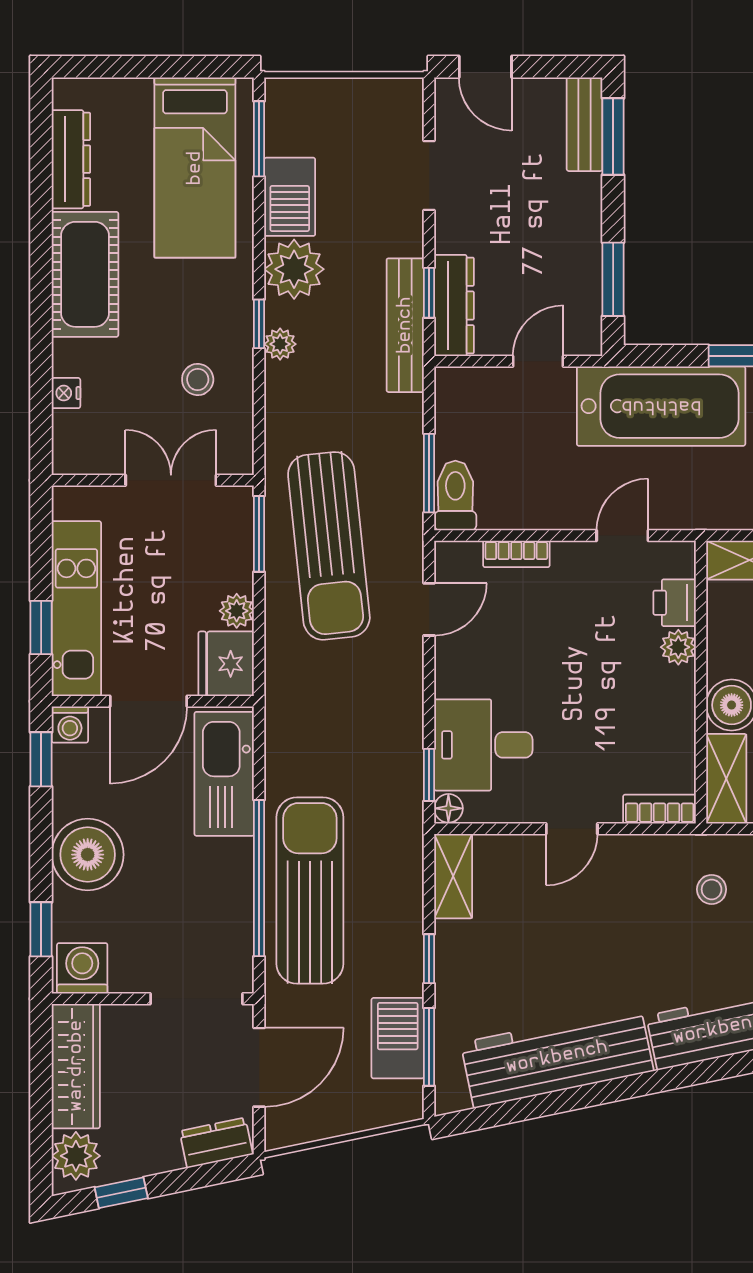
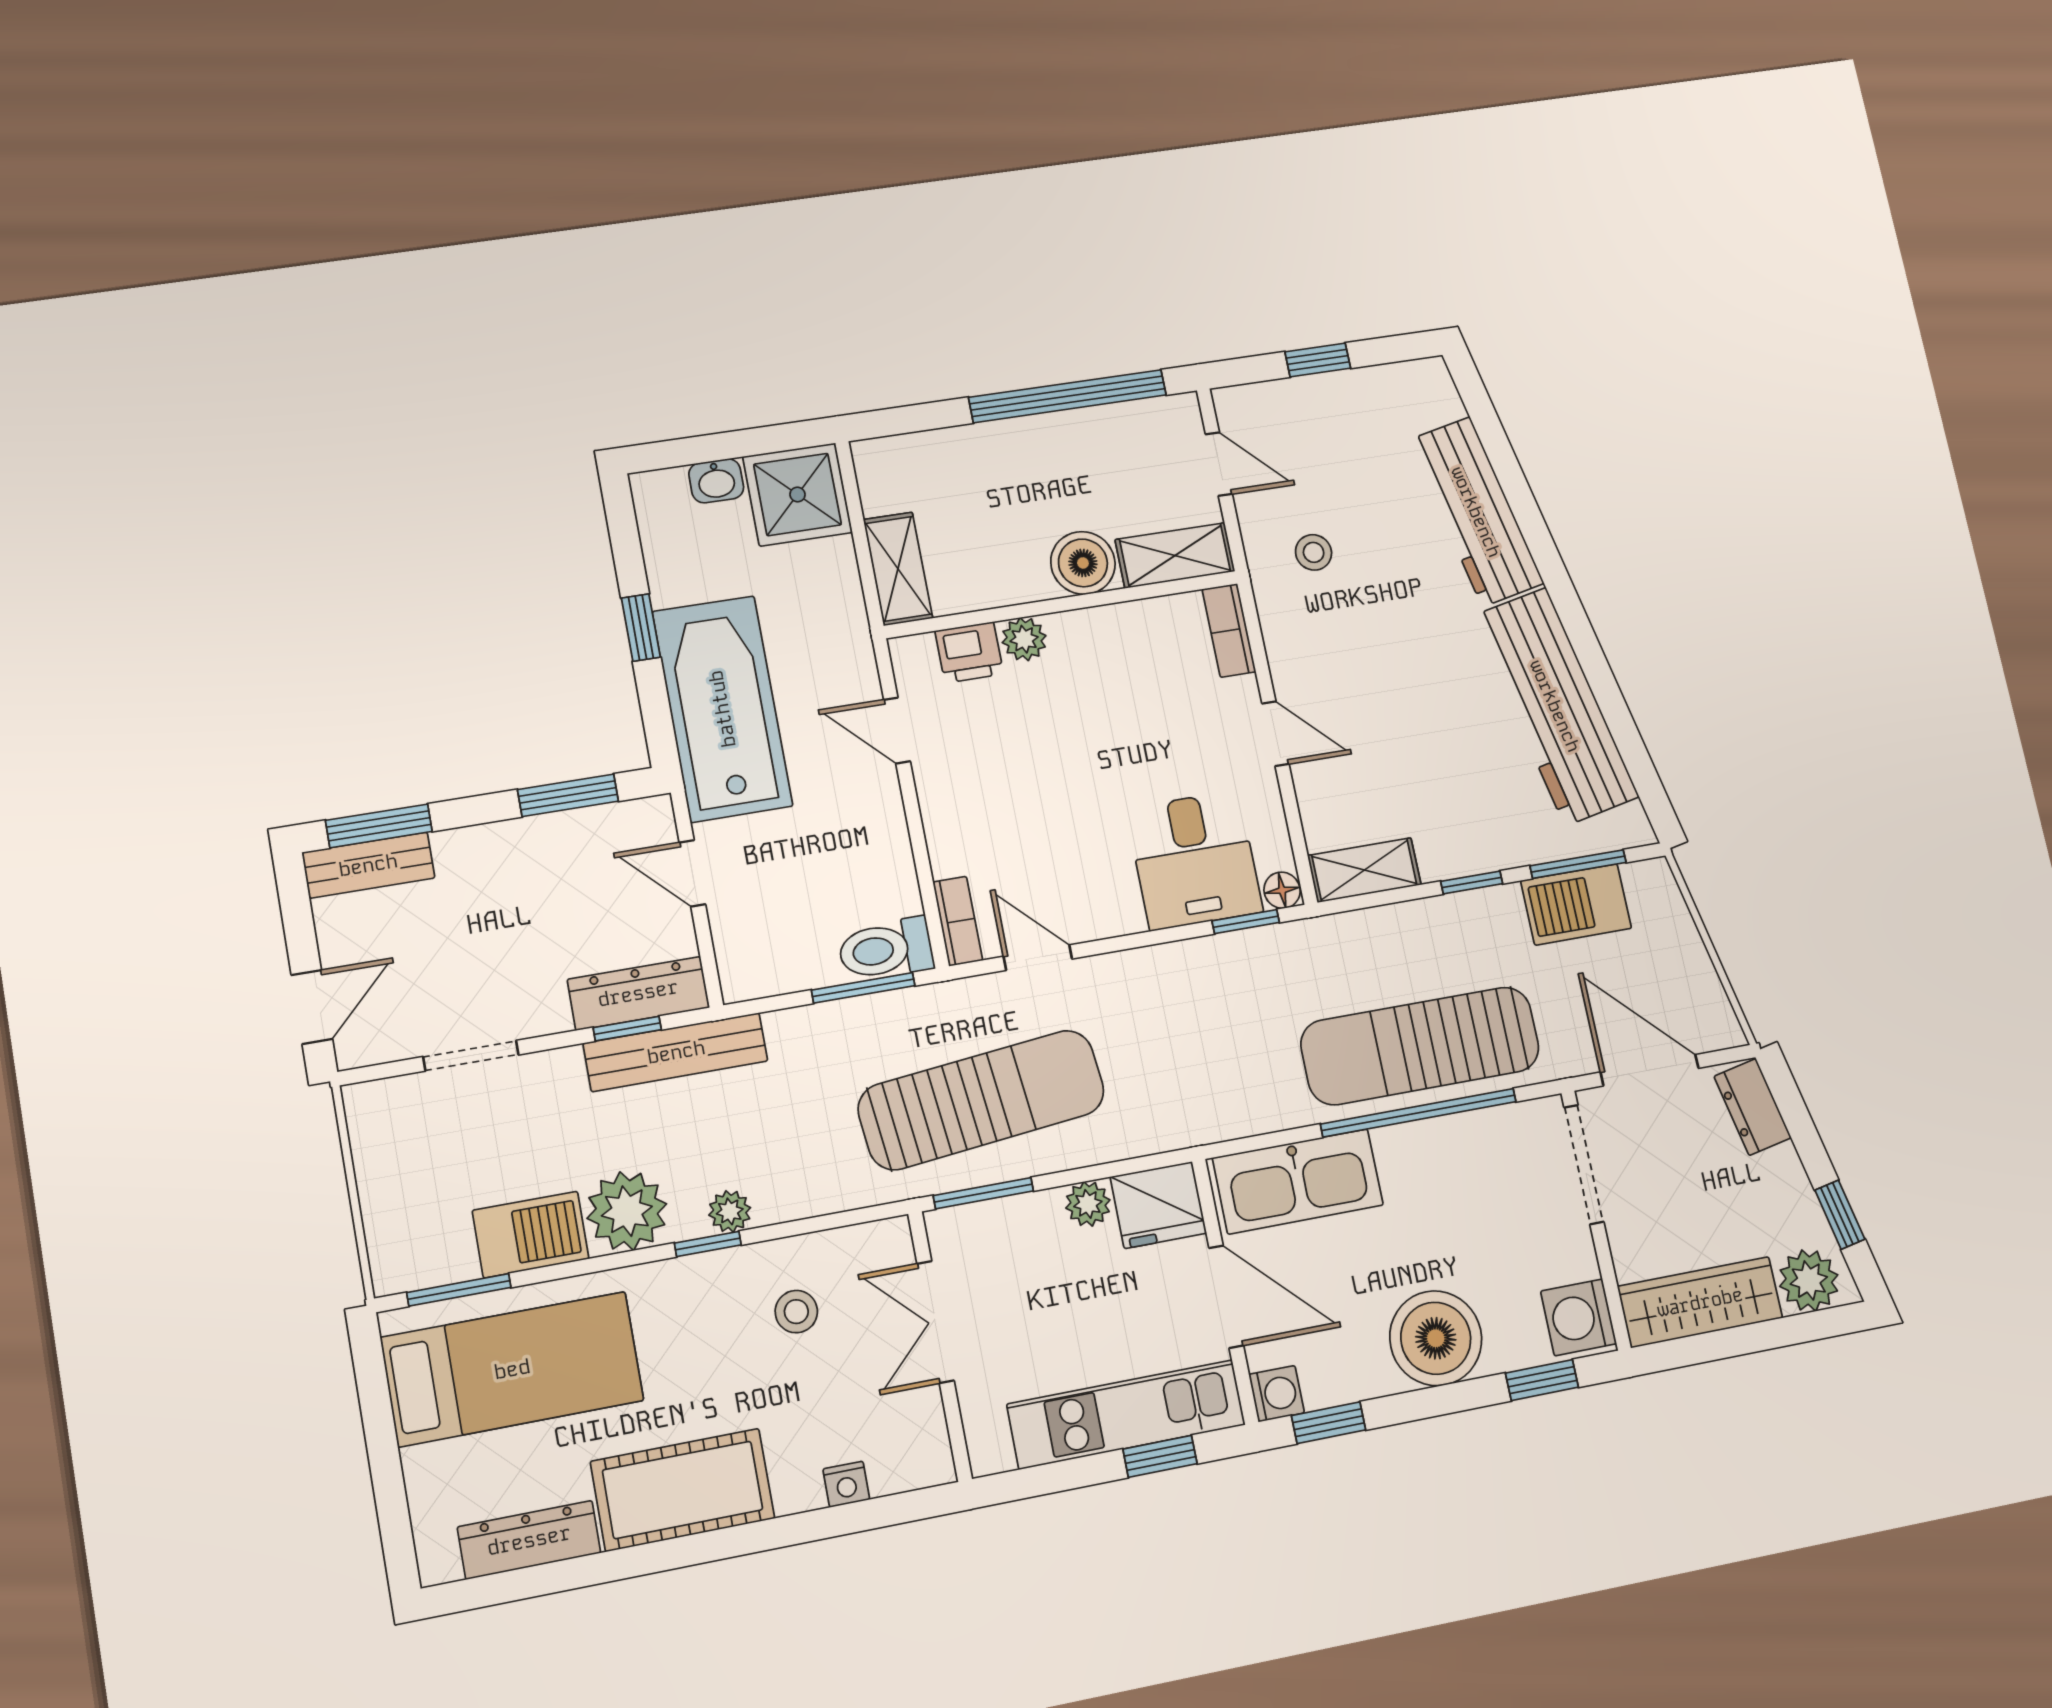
bookcase: (516, 554) -> (958, 921), moved

